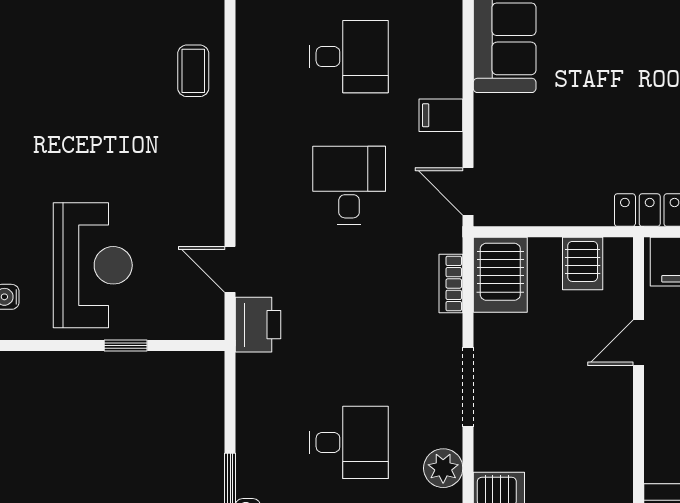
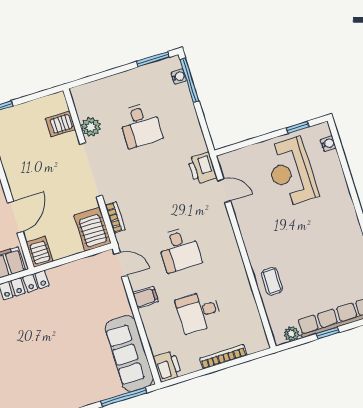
server rack: (583, 264) -> (39, 252), moved
door: (639, 343) -> (15, 217), width x1.38
window: (126, 345) -> (298, 127), moved
doorway: (468, 387) -> (91, 170), width x1.36
desk: (349, 442) -> (140, 125), turned -90

